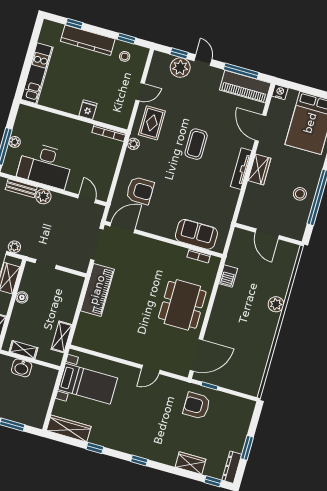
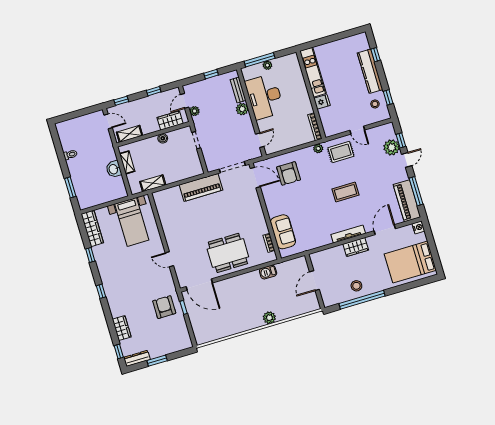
kitchen unit: (37, 73) -> (313, 72), moved, turned -90

